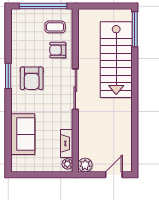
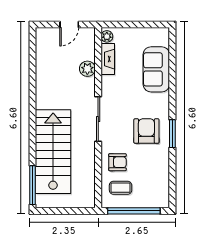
plant: (85, 165) -> (87, 69), moved
door: (114, 175) -> (69, 24), moved

